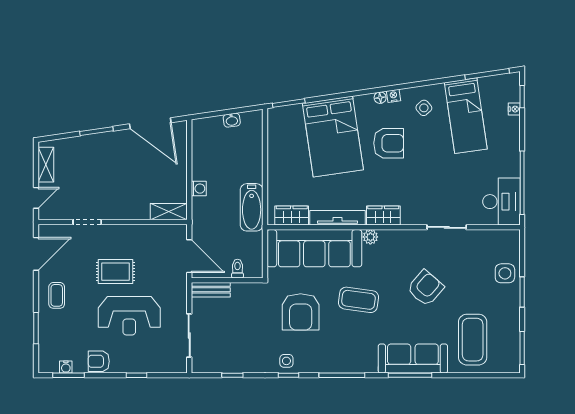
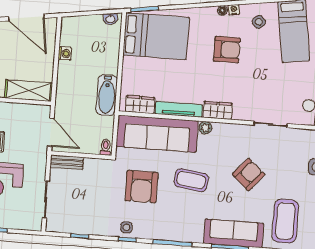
washbasin: (232, 120) -> (110, 19), moved
bed: (333, 136) -> (156, 36), moved, turned -82
washing machine: (199, 189) -> (65, 53), moved
shelving: (169, 212) -> (29, 91), width x1.50, depth x1.33
toilet: (237, 269) -> (106, 147), moved

